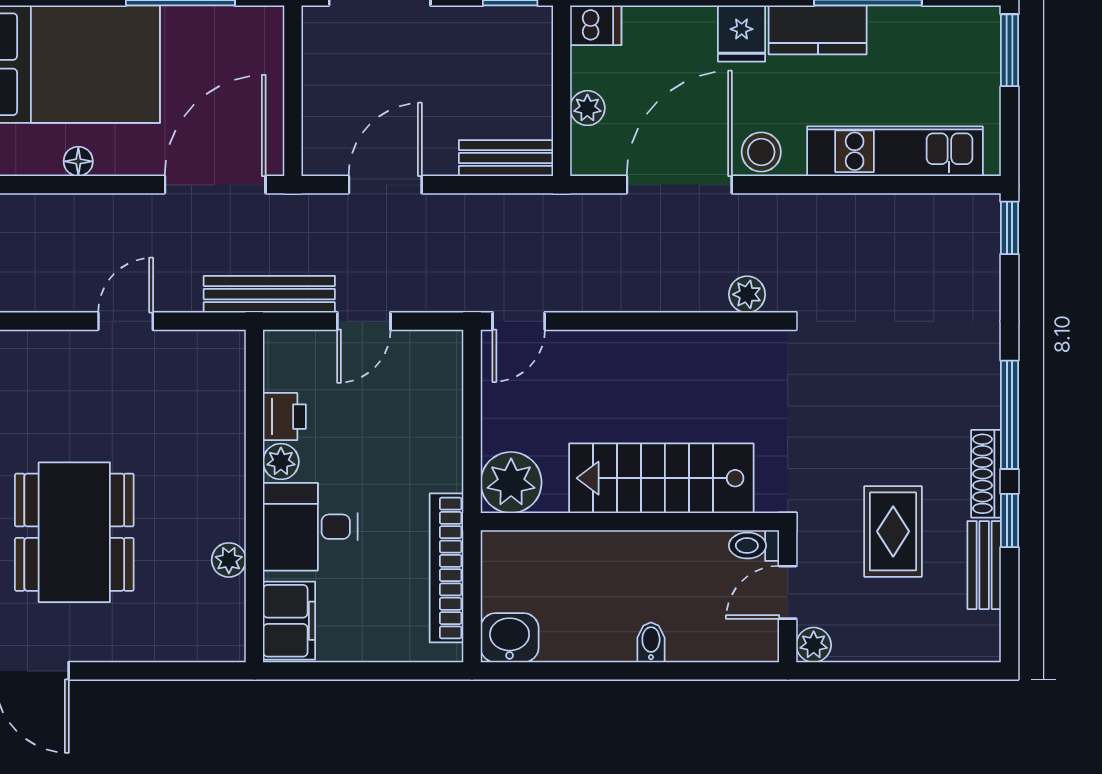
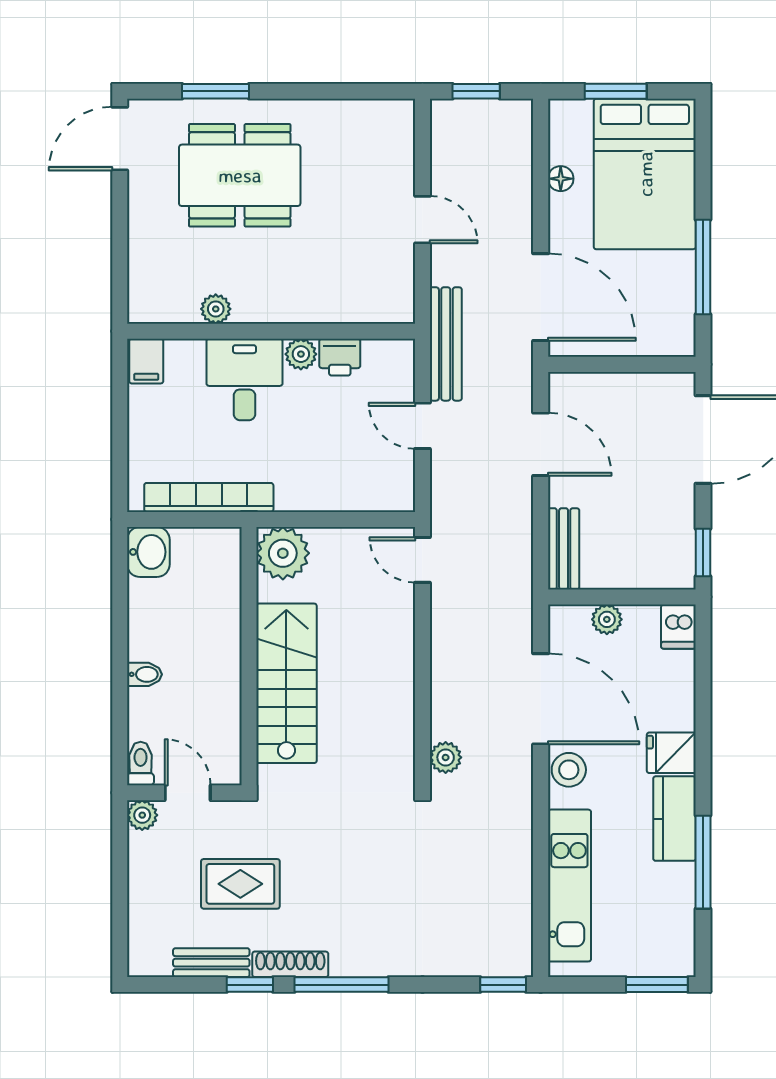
toilet: (754, 546) -> (141, 763), moved
filing cabinet: (289, 621) -> (146, 361), width x0.50

